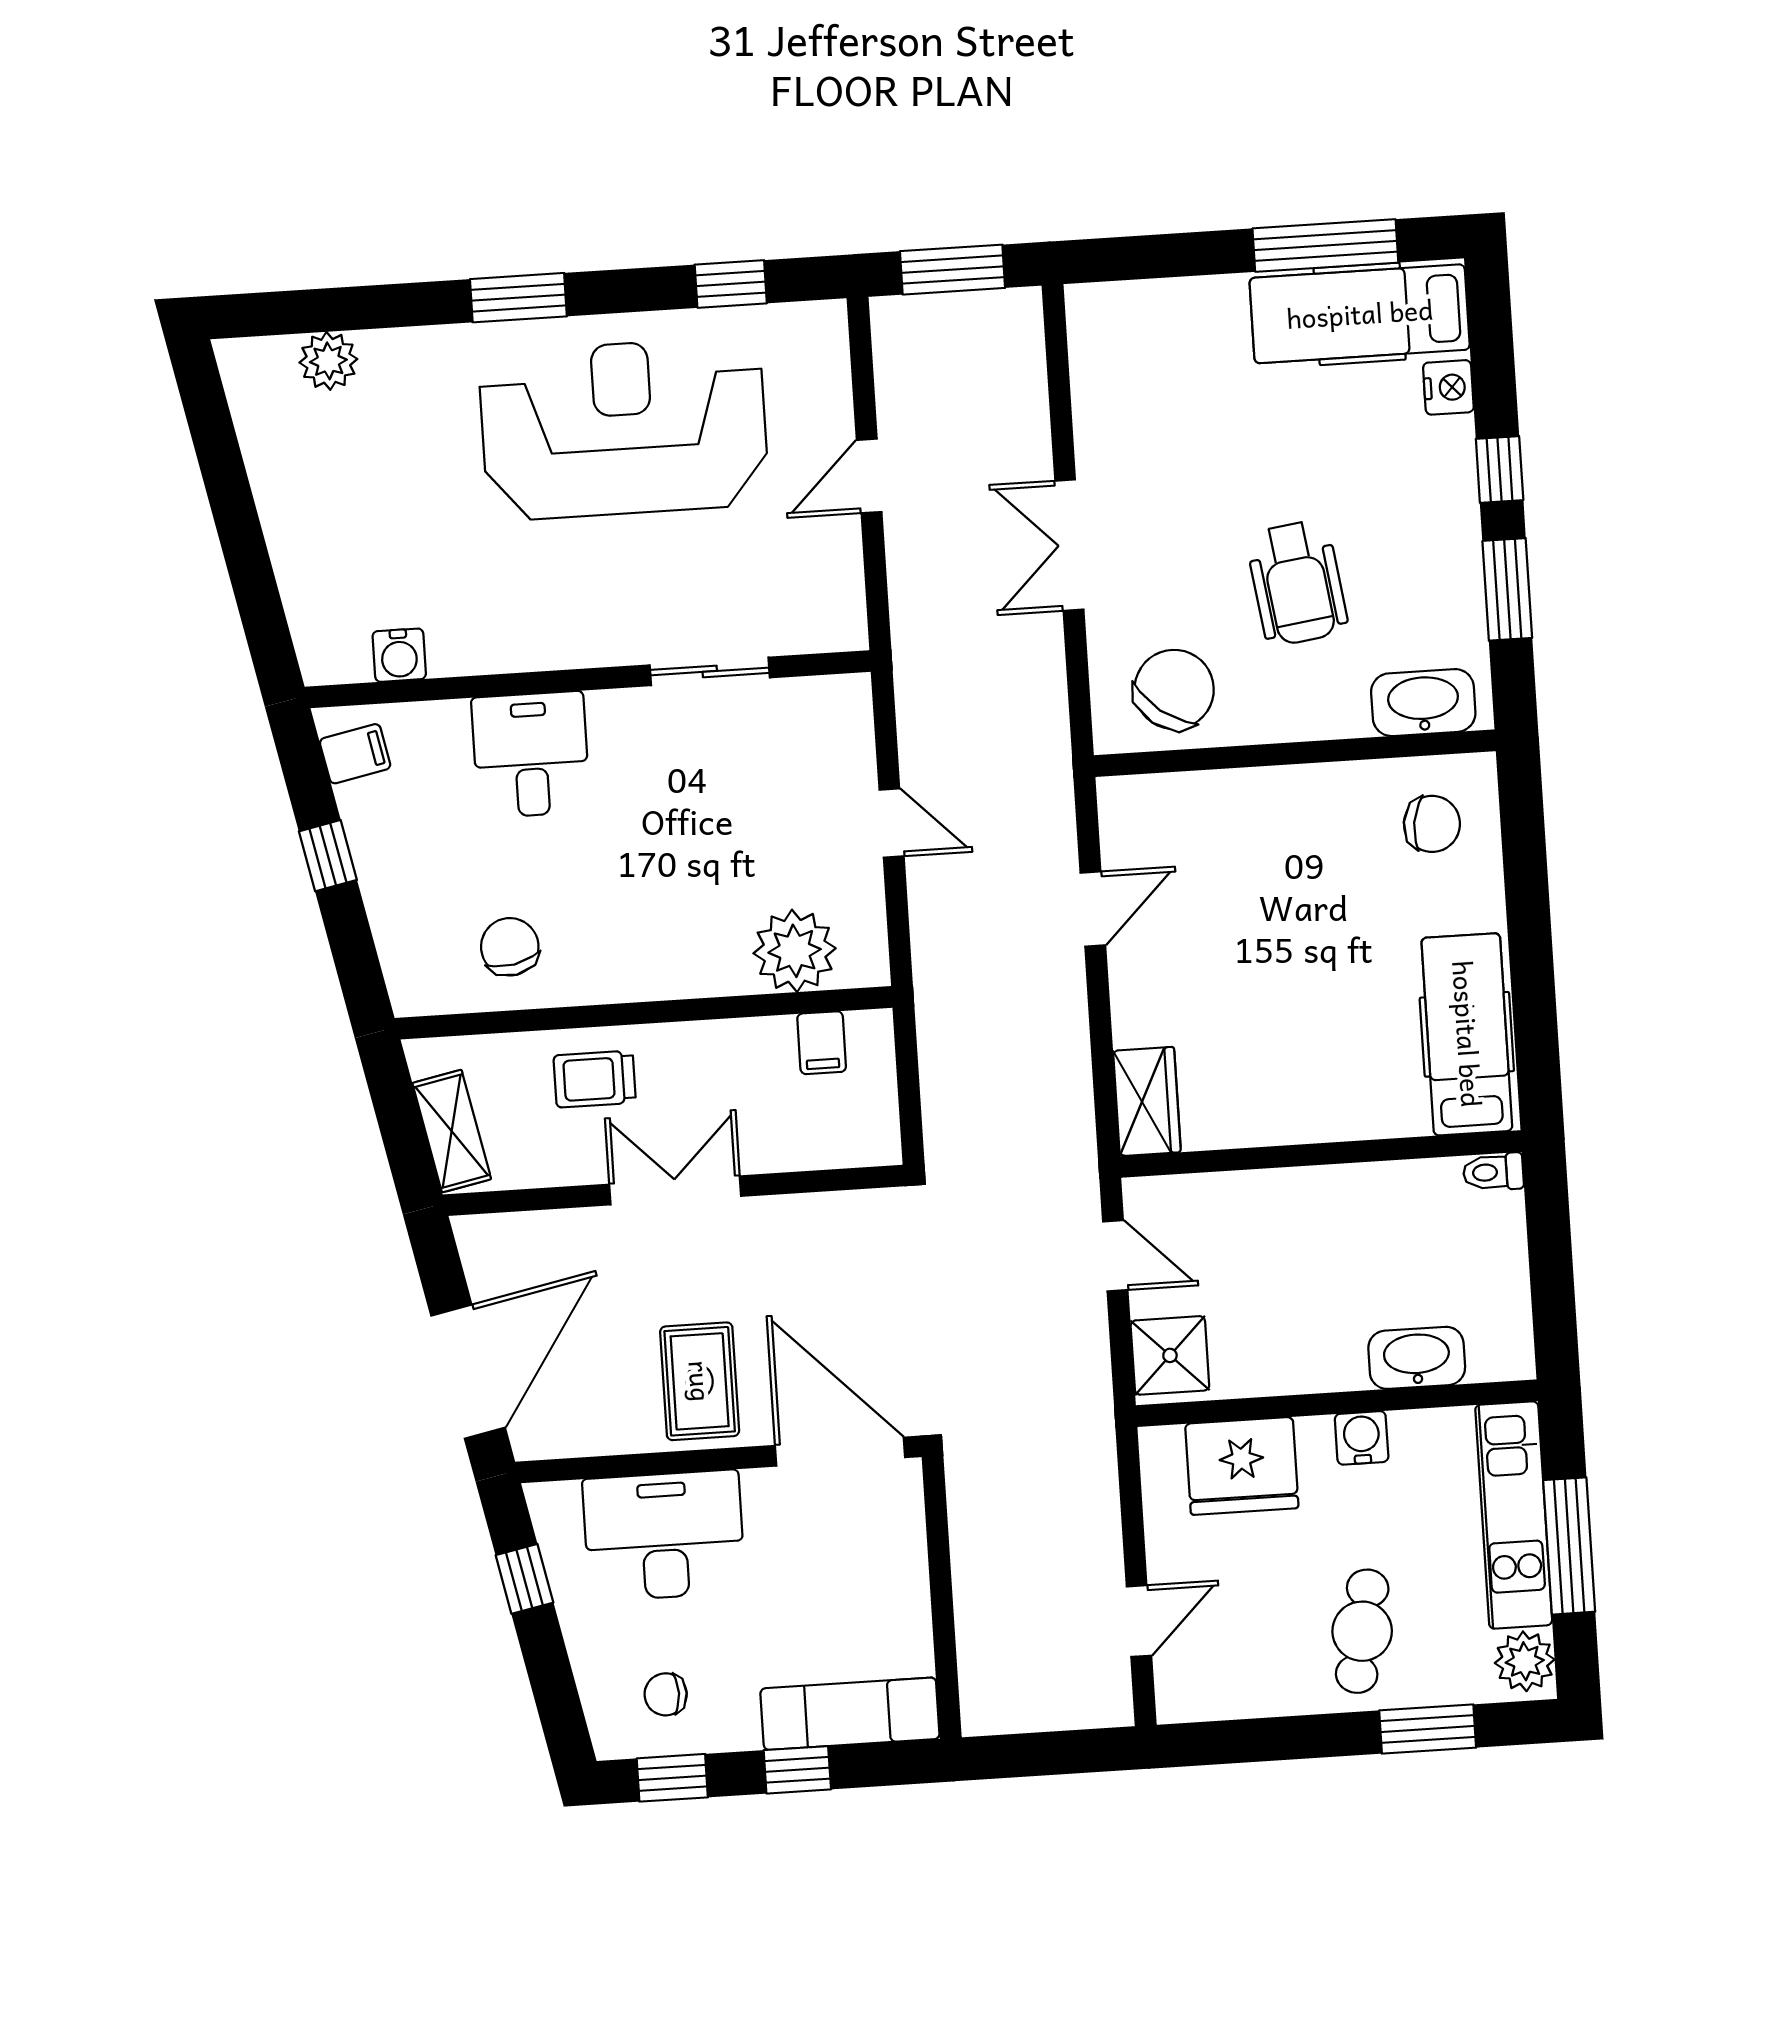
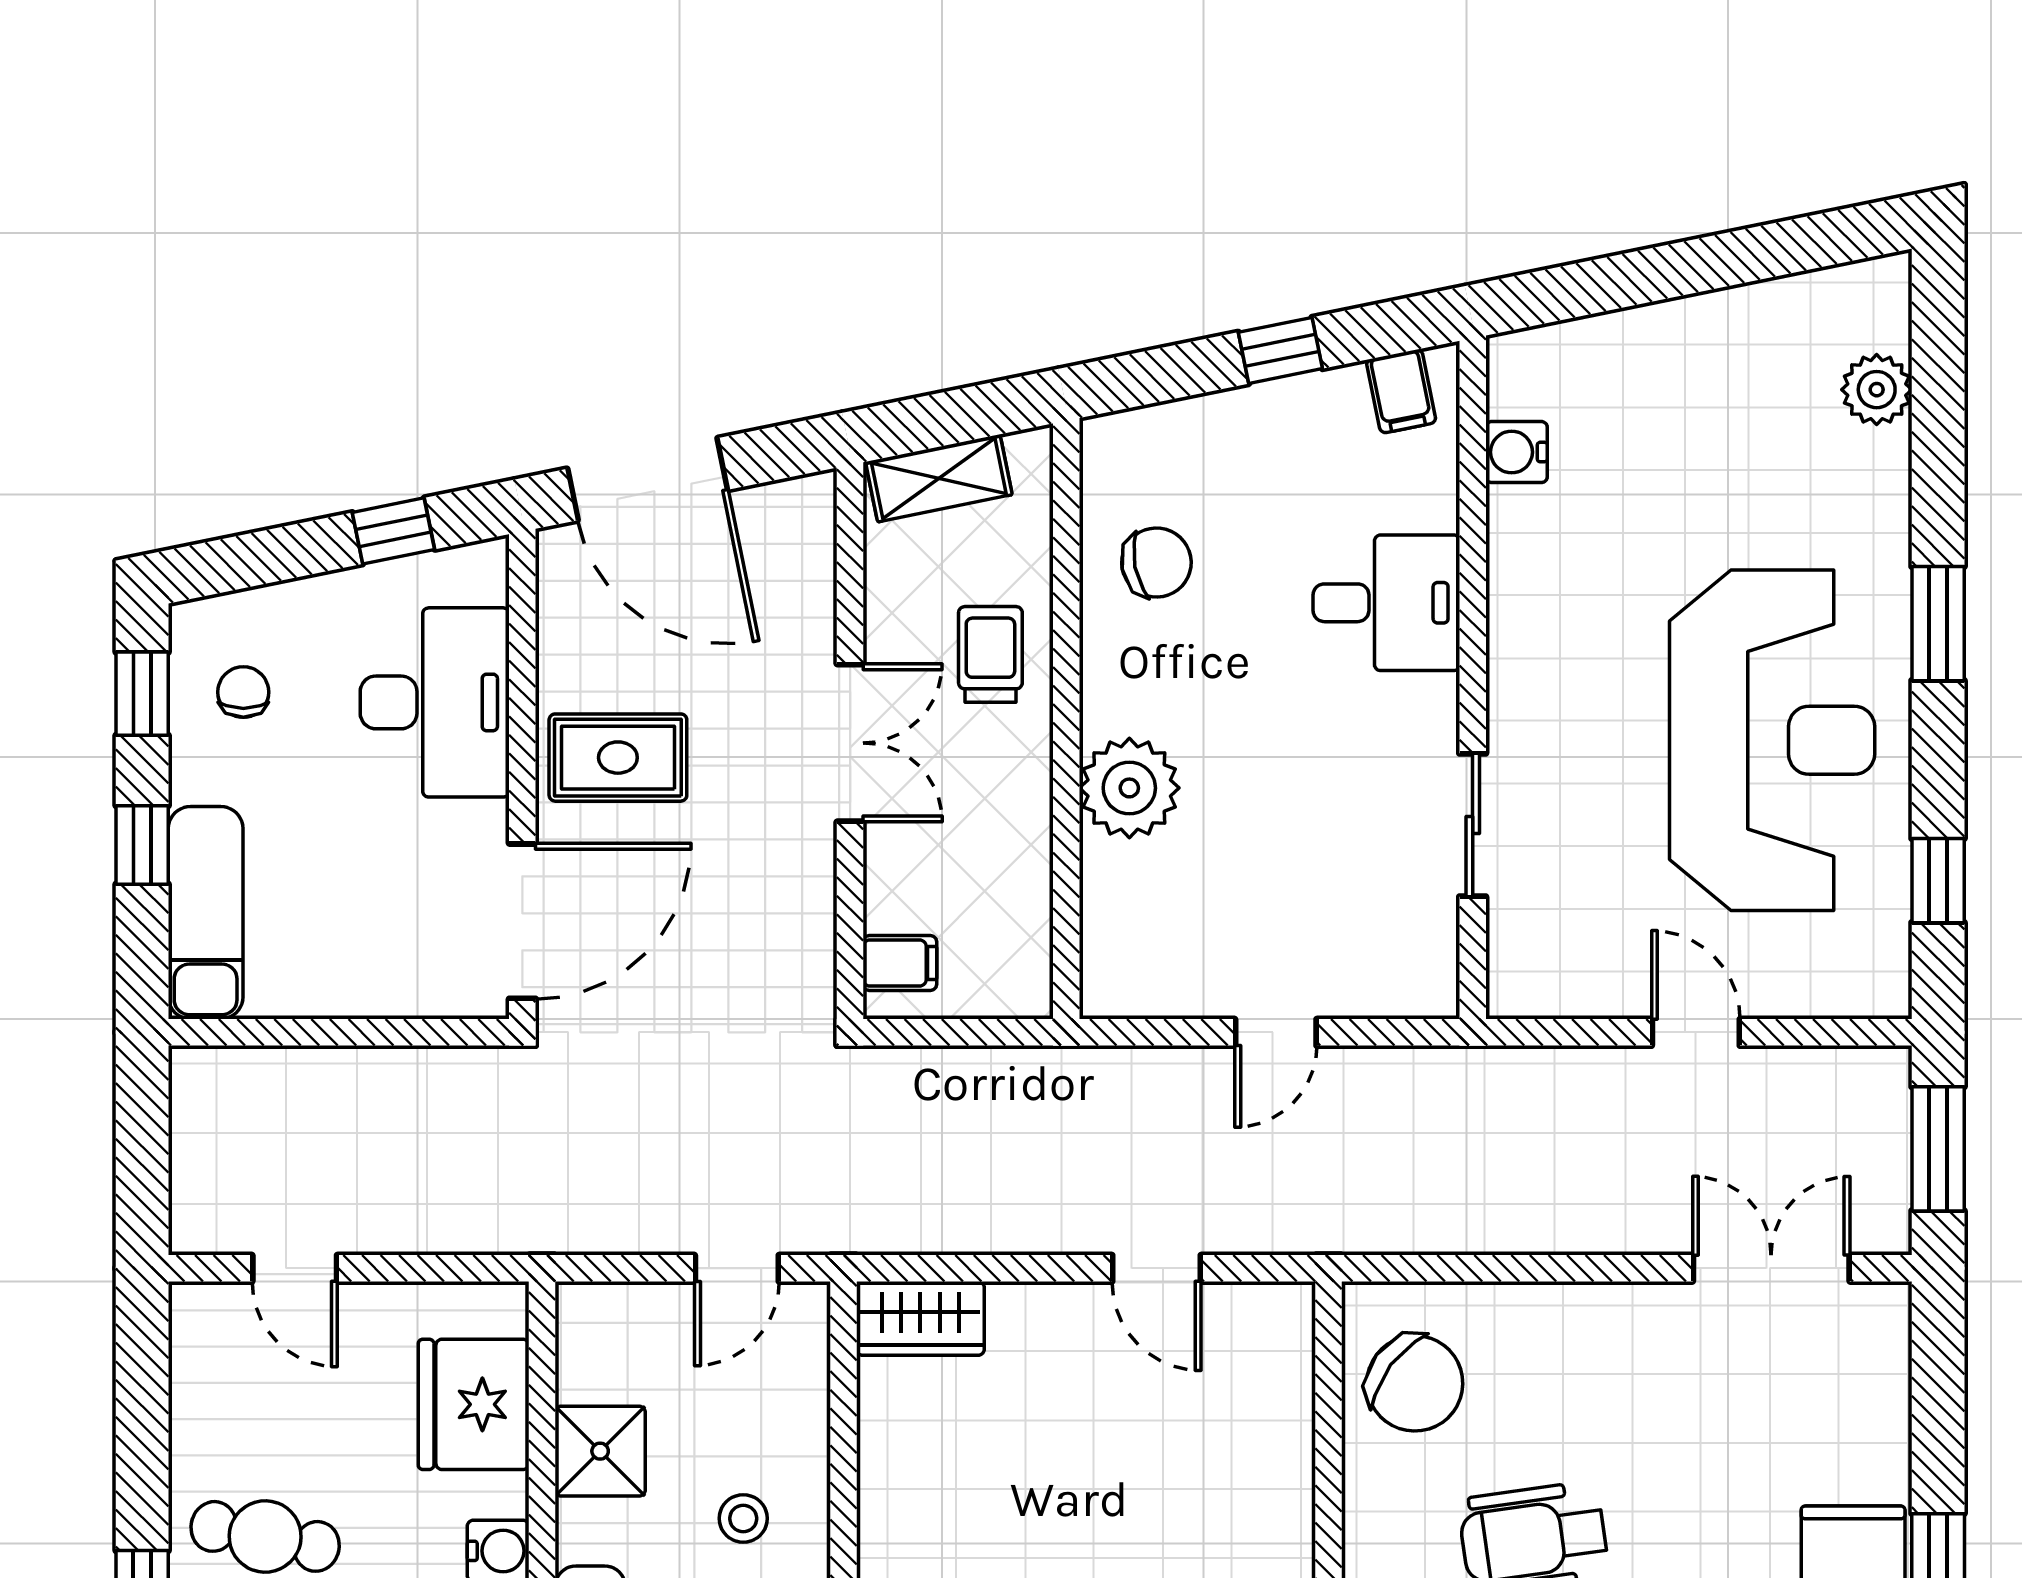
double door: (1069, 545) -> (1771, 1268), moved
plant: (795, 951) -> (1129, 788), moved
filing cabinet: (822, 1043) -> (900, 963), moved, turned 180
stool: (1322, 1237) -> (743, 1518), added
shower: (1170, 1355) -> (600, 1451), moved

